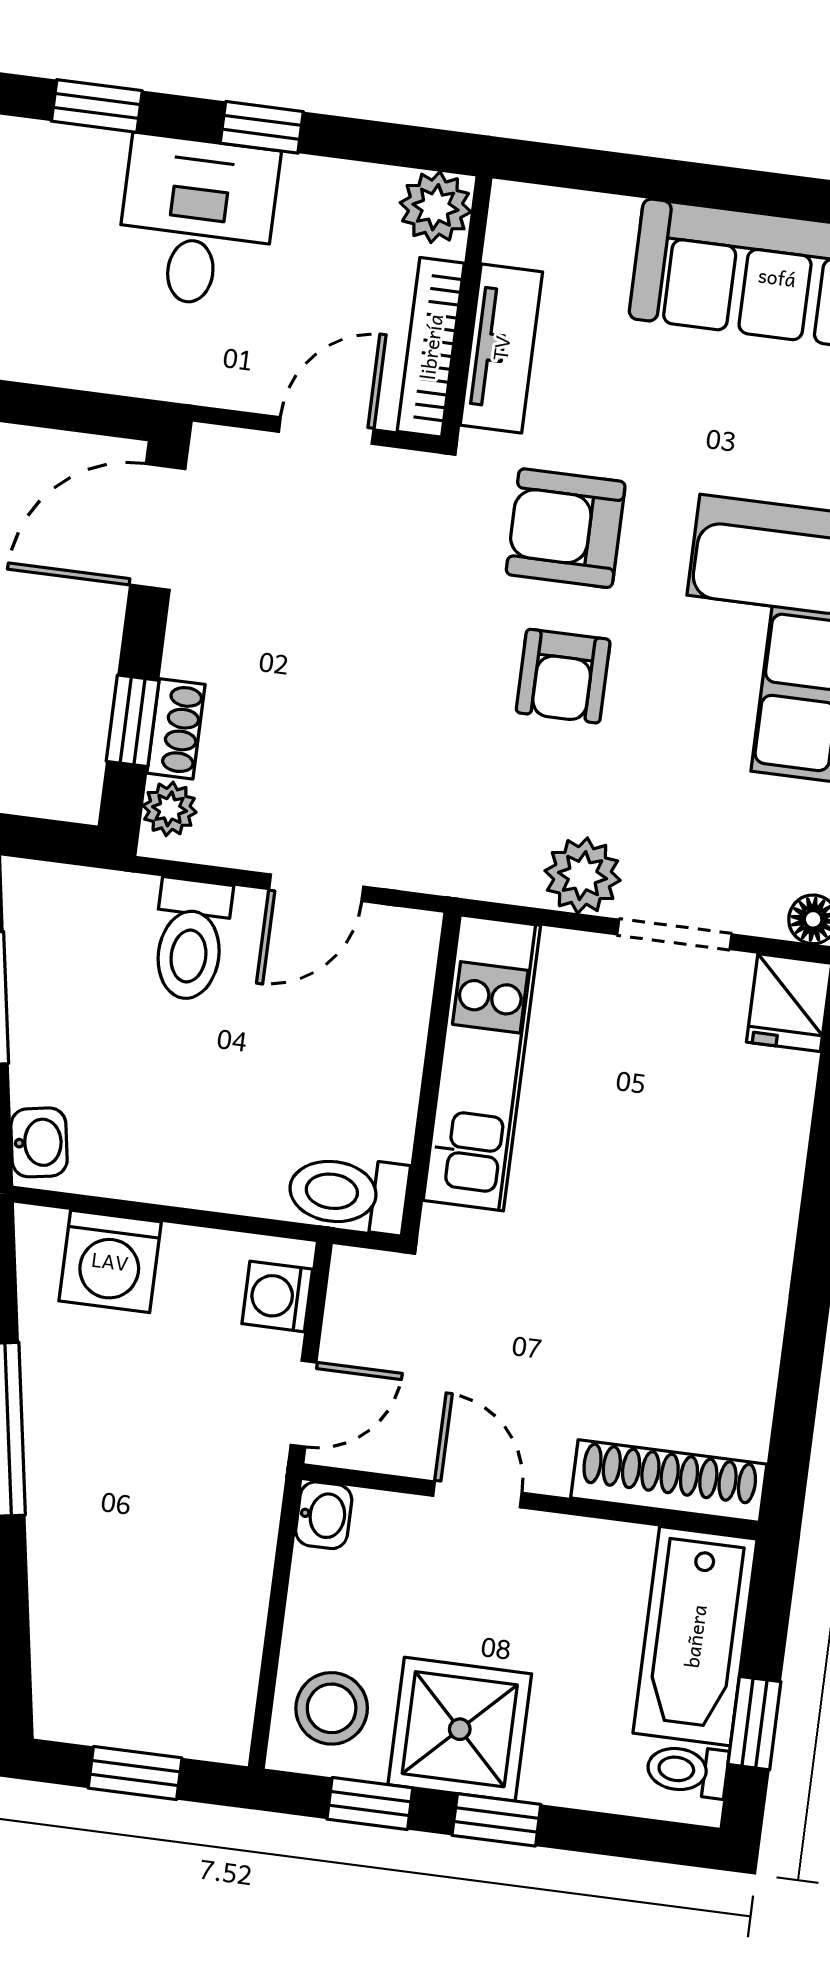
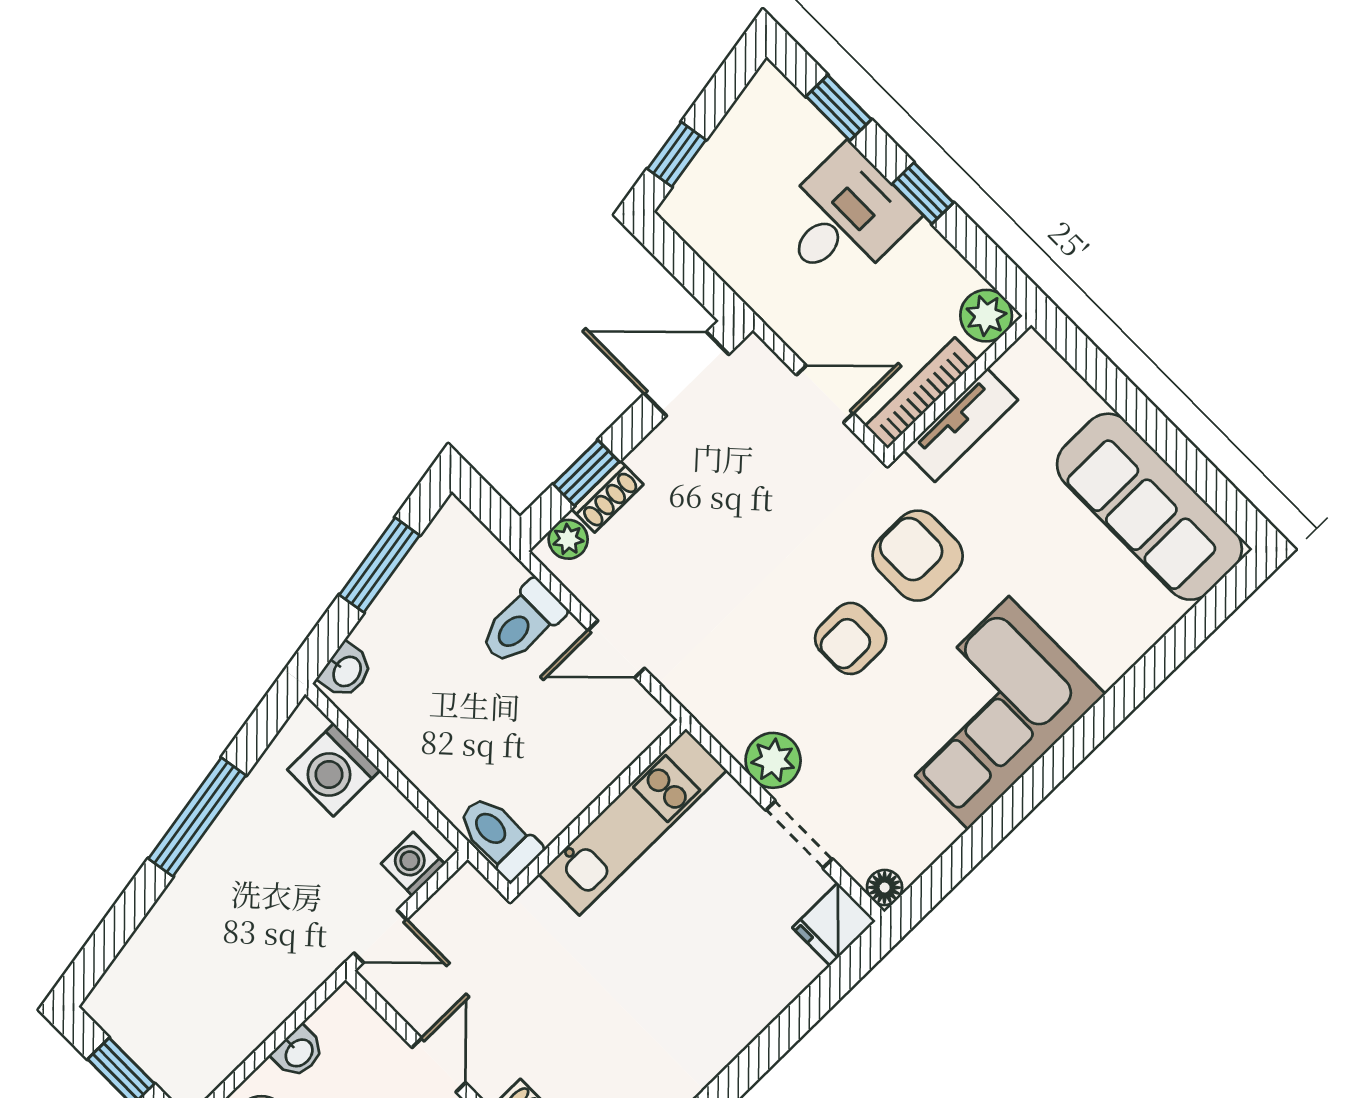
washbasin: (324, 1515) -> (298, 1052), moved

